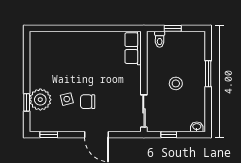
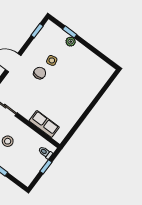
row of seats: (133, 48) -> (44, 124), moved
plant: (40, 100) -> (71, 42), width x0.53, depth x0.53

